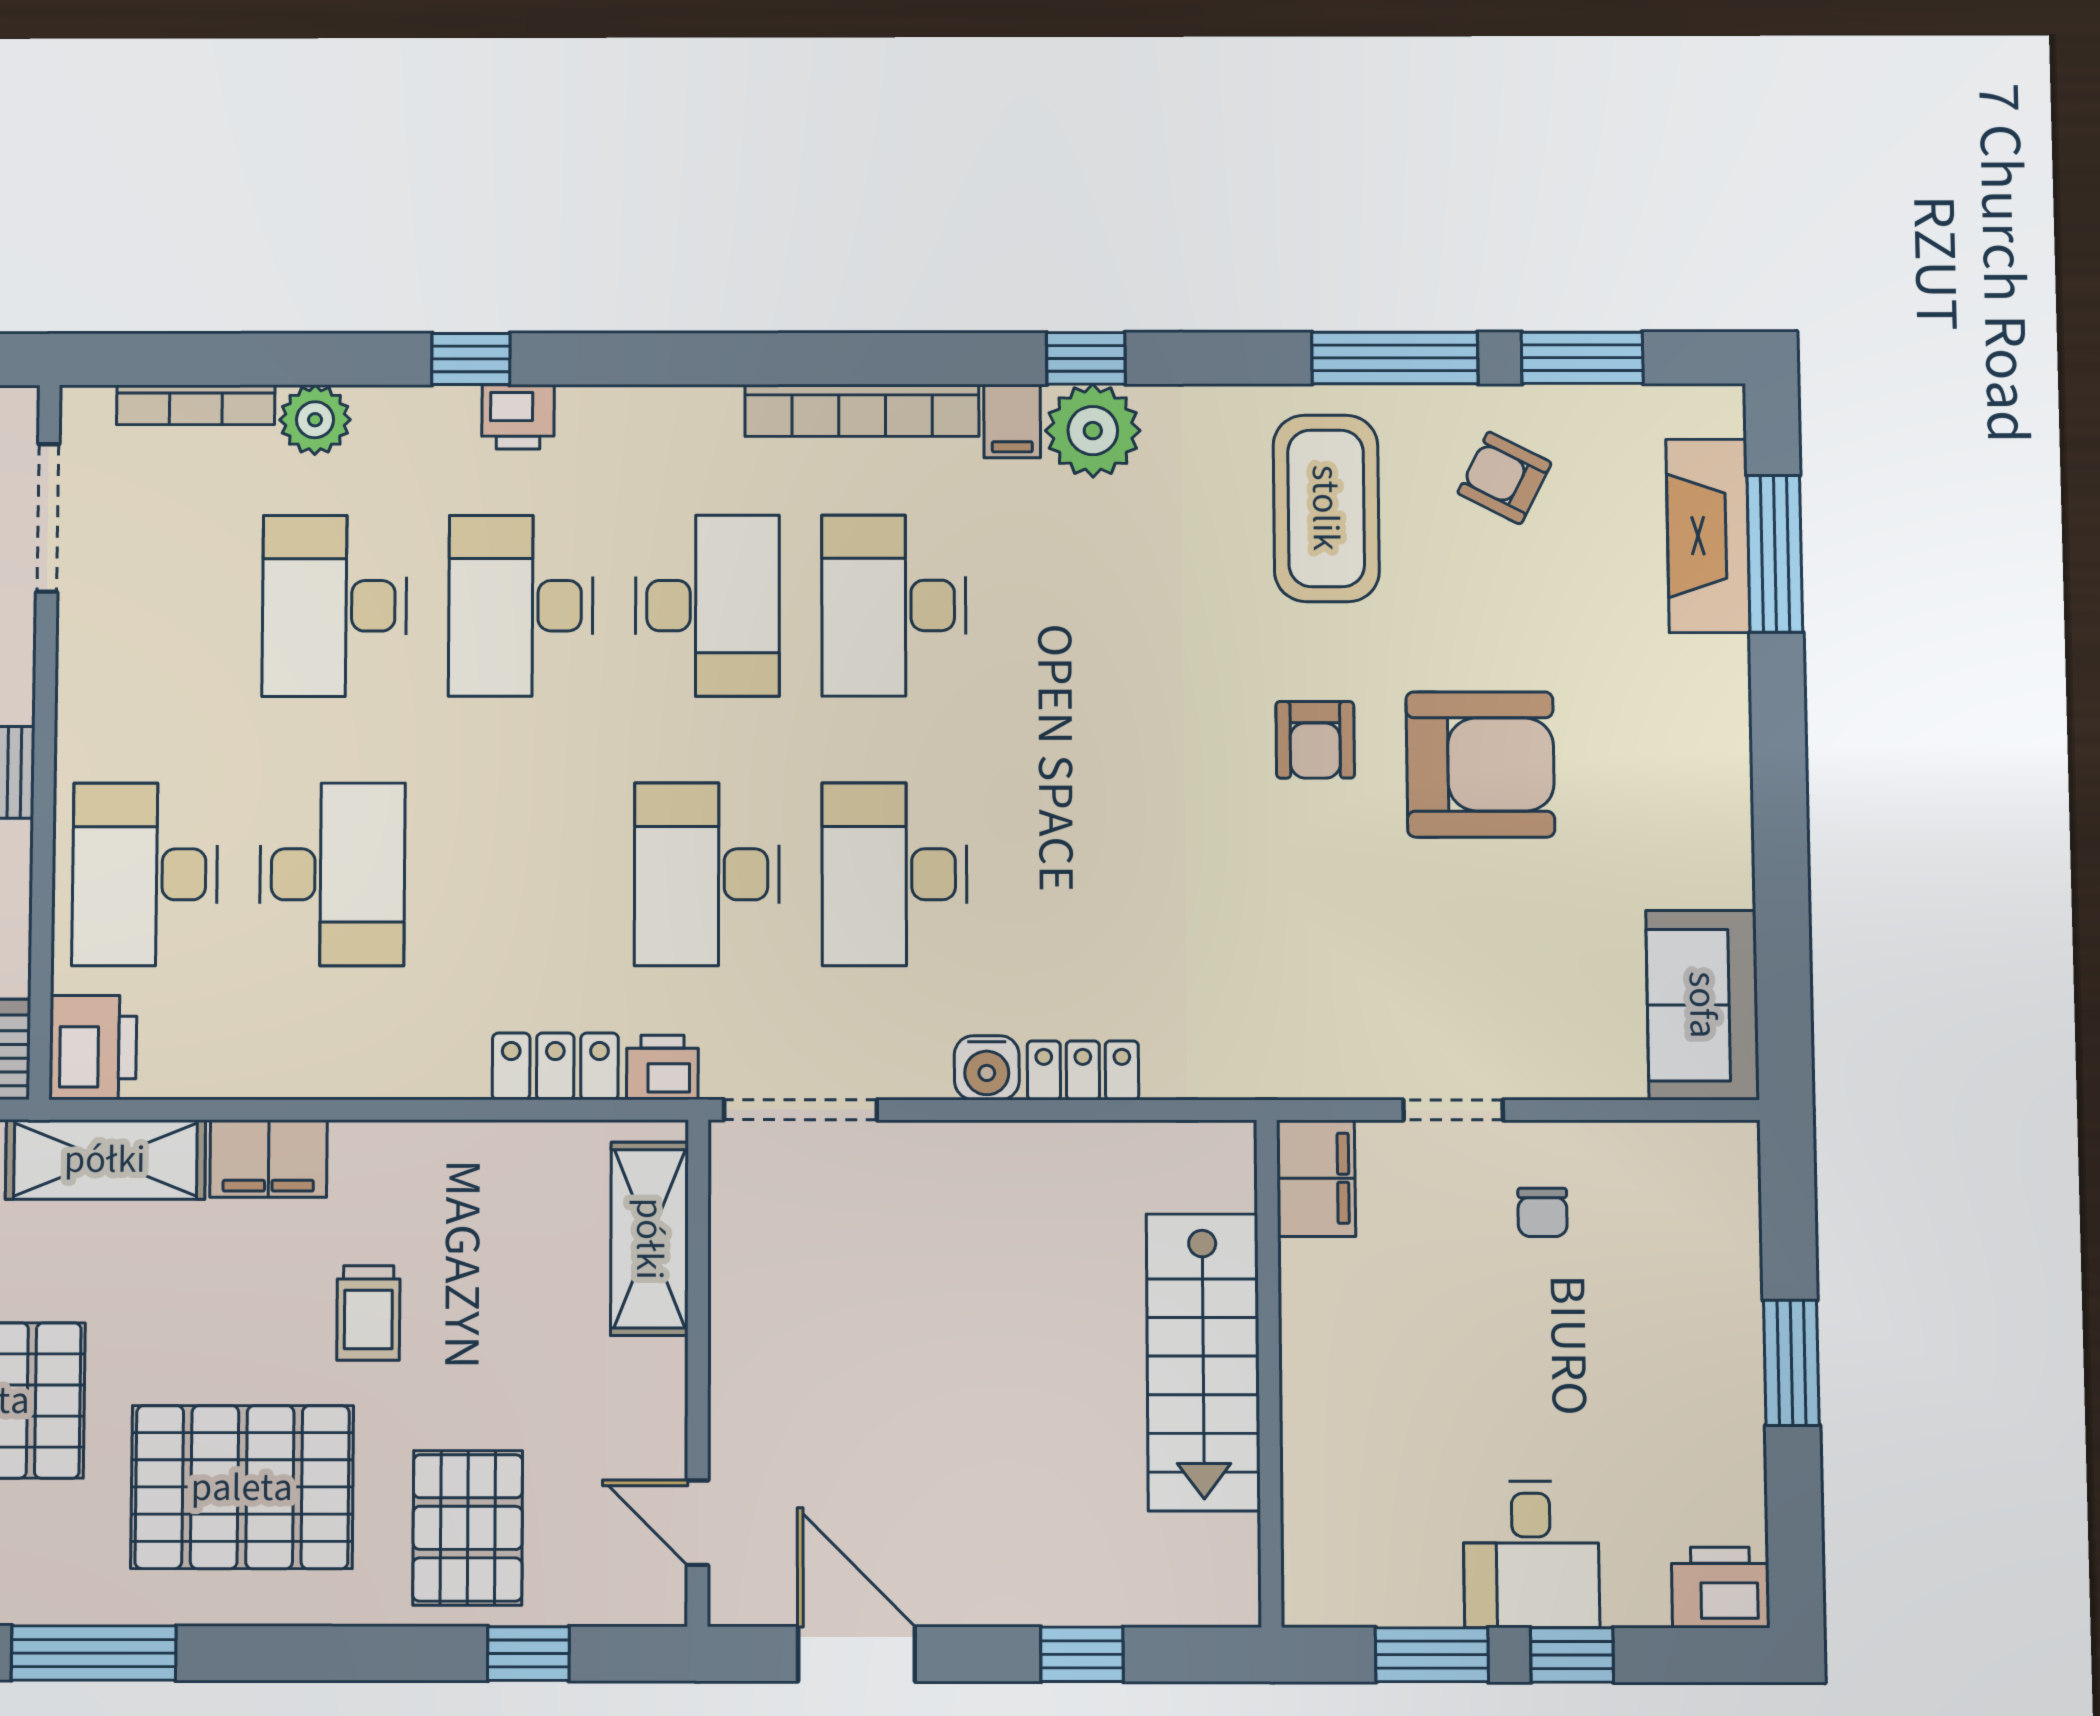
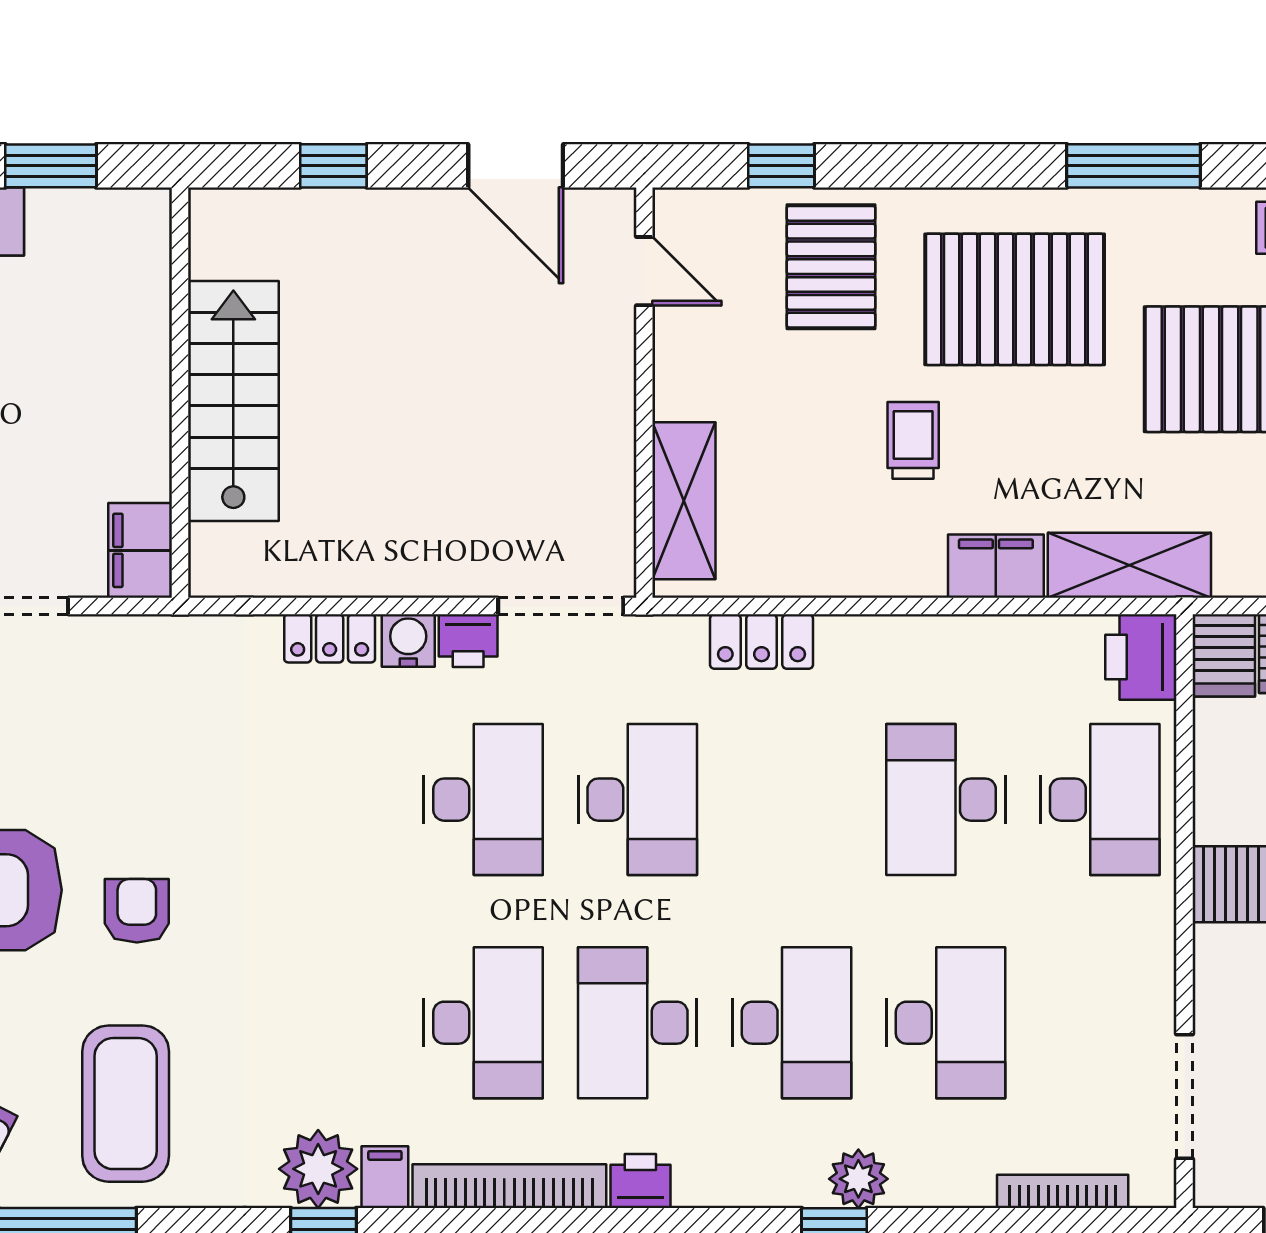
printer: (518, 417) -> (640, 1181), moved
plant: (315, 420) -> (858, 1179), moved
printer: (662, 1068) -> (468, 641), moved

